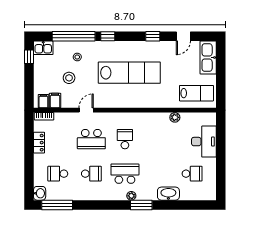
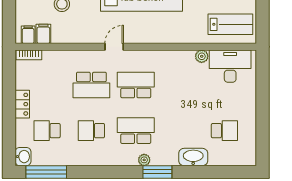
door: (86, 110) -> (114, 47), moved
school desk: (125, 139) -> (136, 85), width x1.85
desk: (204, 142) -> (230, 66), moved, turned -90
locker: (39, 143) -> (22, 104), moved
school desk: (91, 174) -> (91, 131), turned 180

